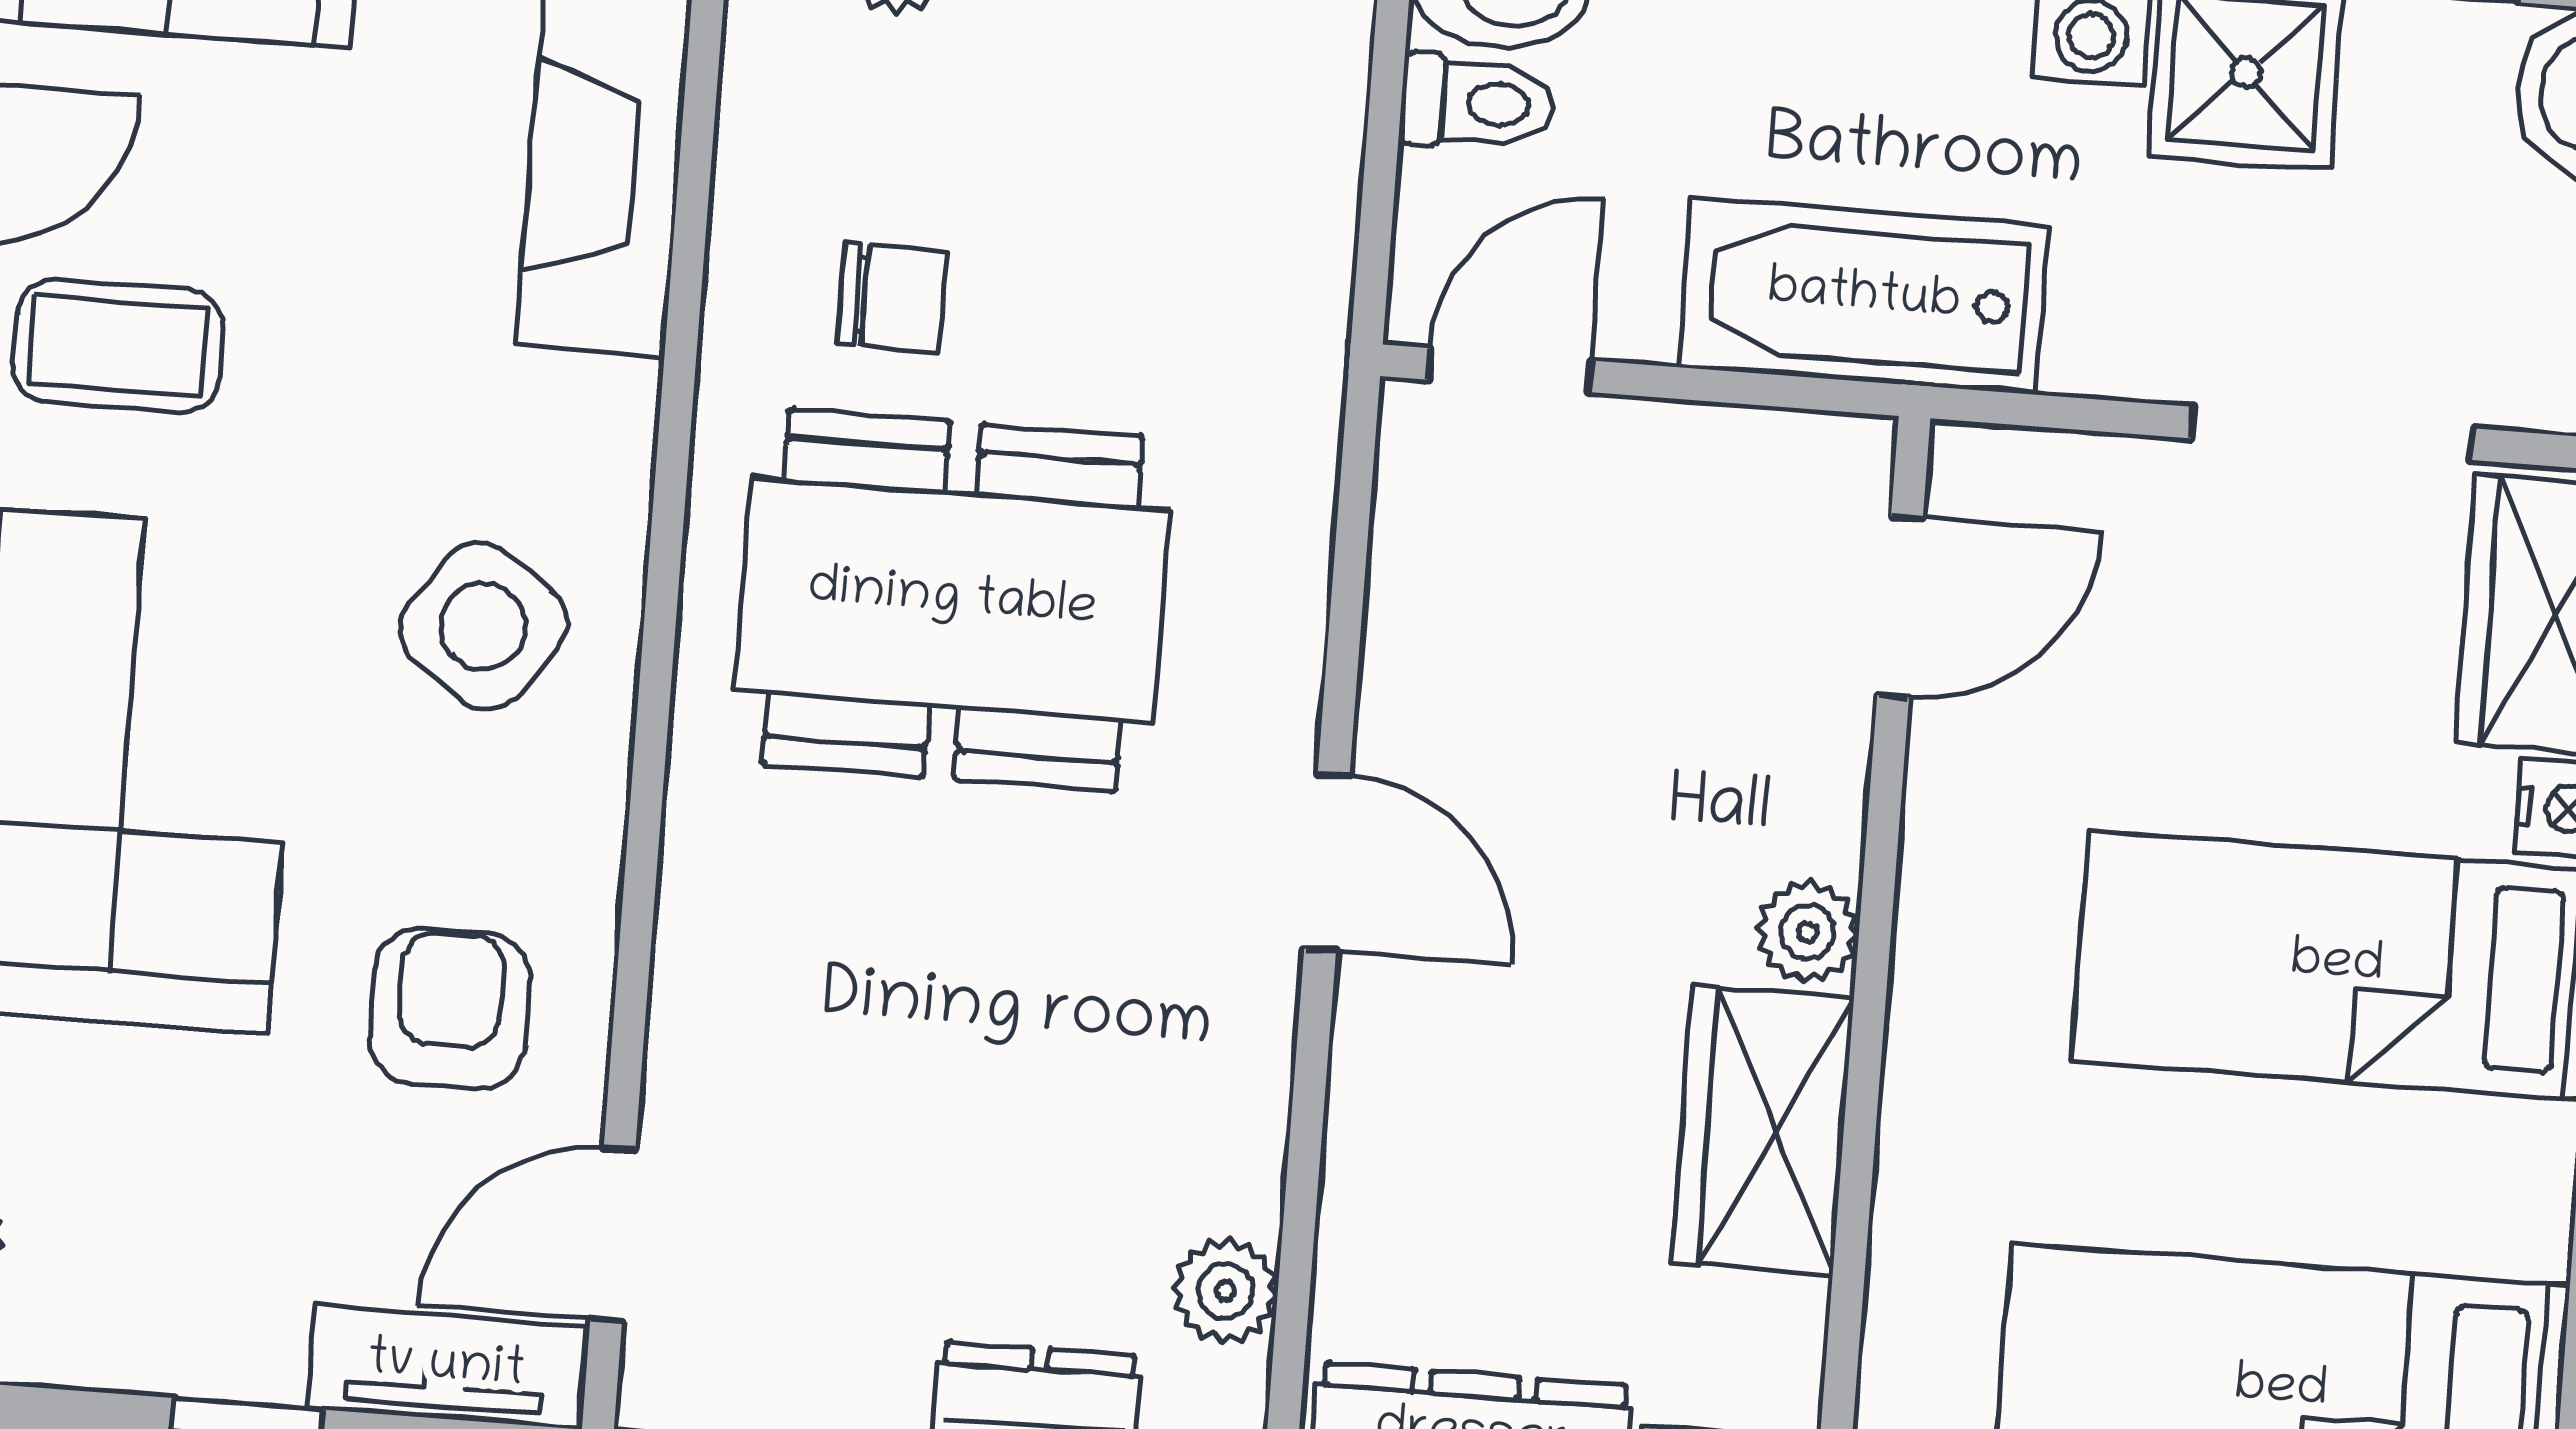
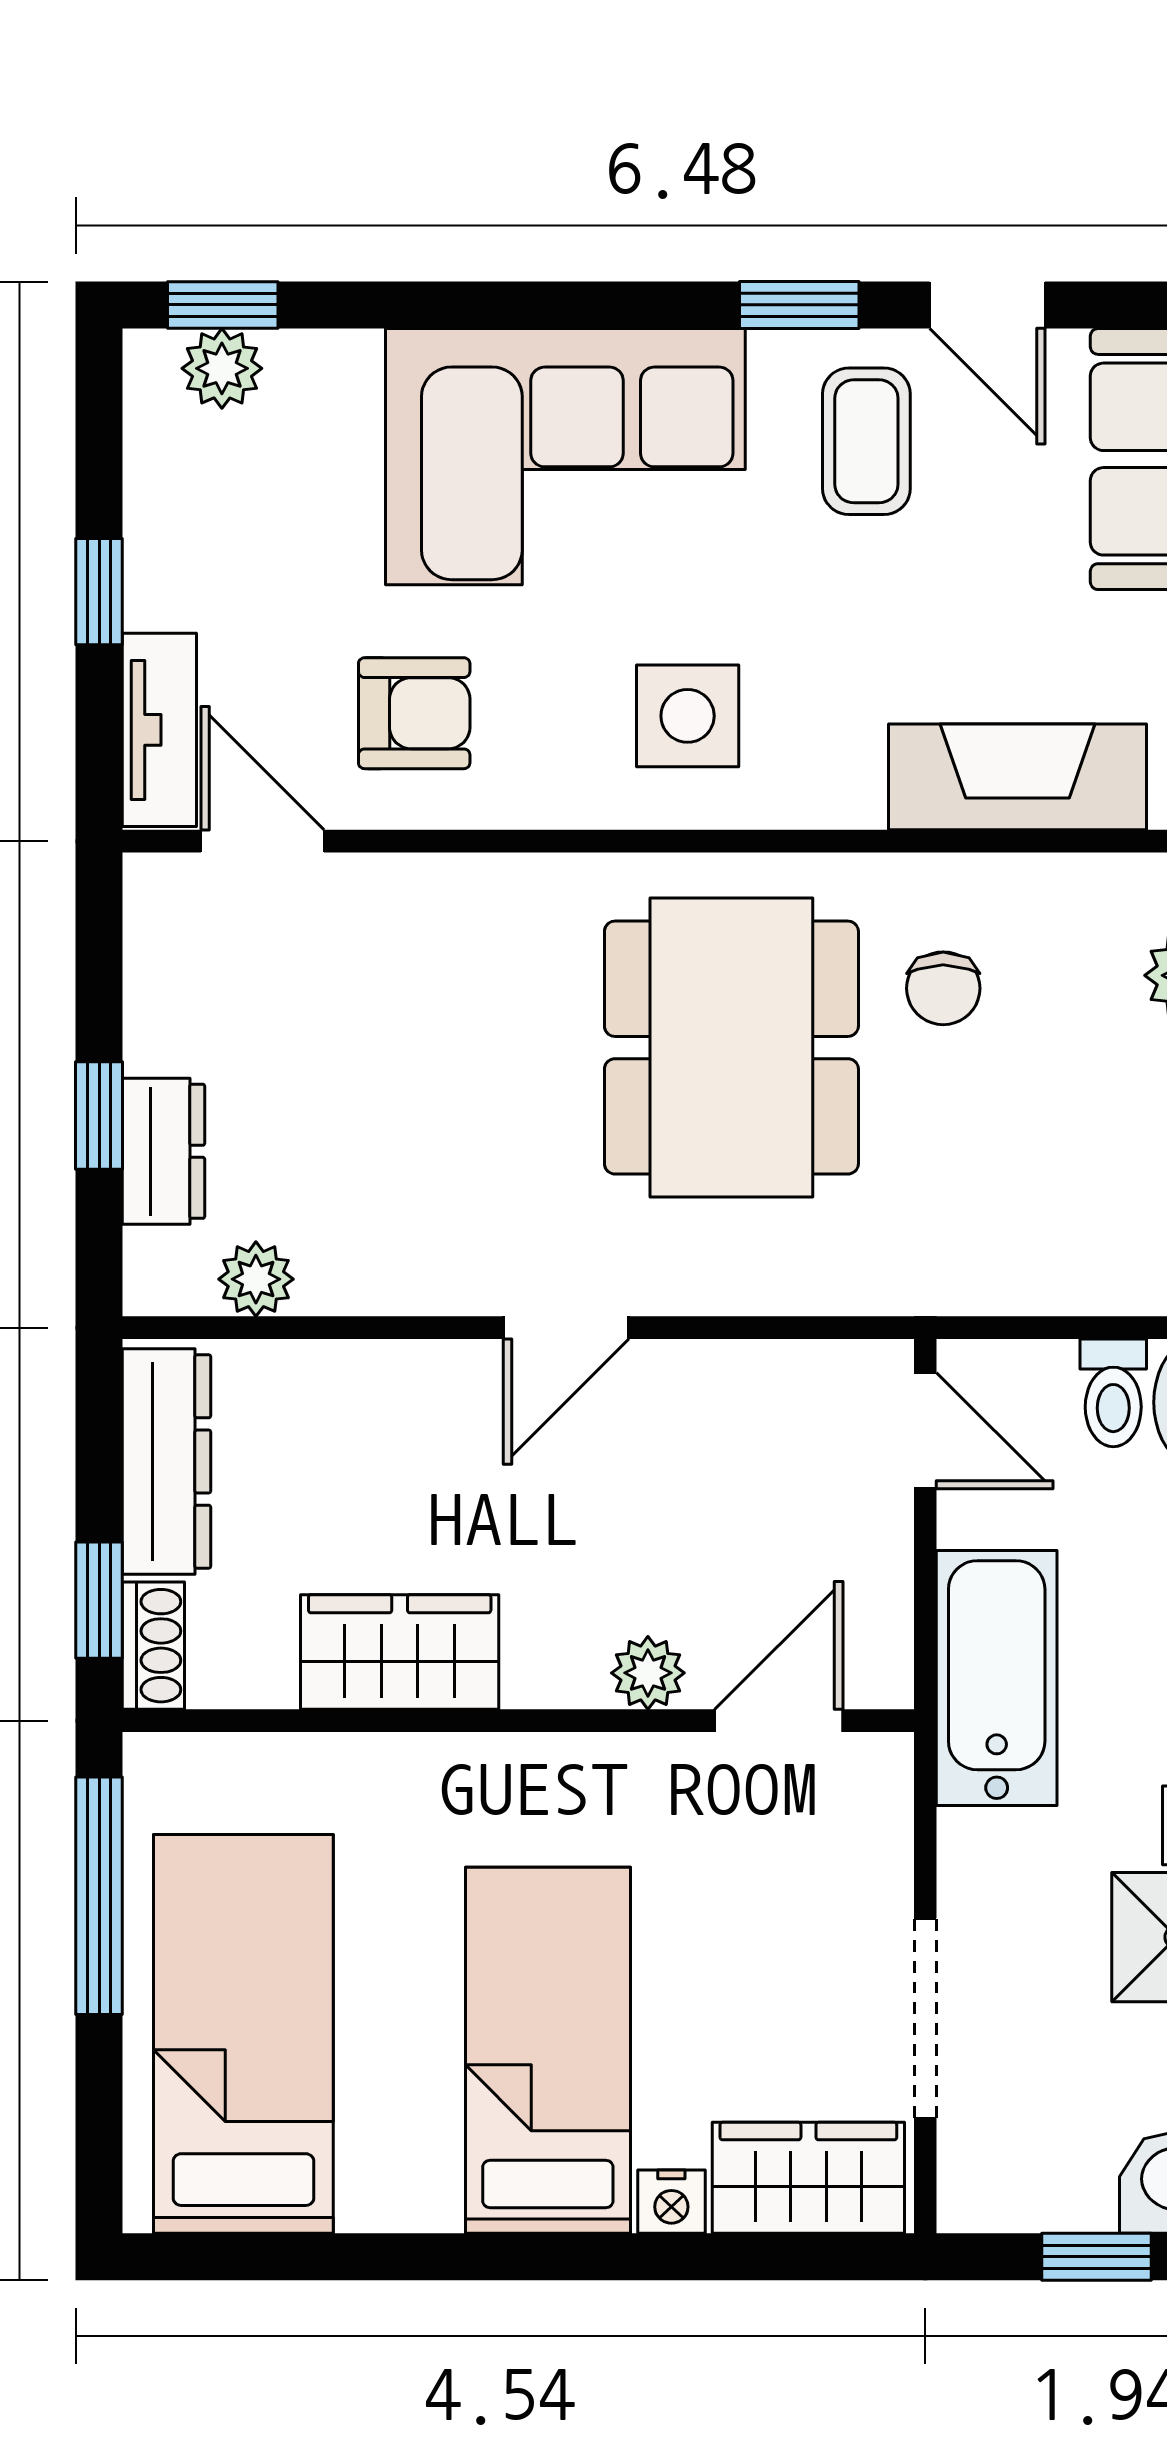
door: (1900, 607) -> (779, 1721), swing flipped
side table: (483, 626) -> (688, 716), turned -35
plant: (1808, 932) -> (648, 1673), moved

